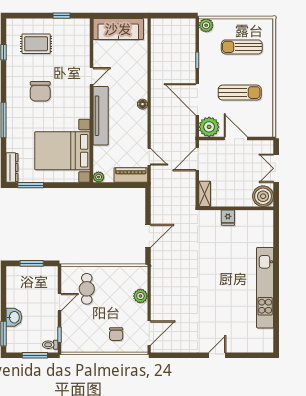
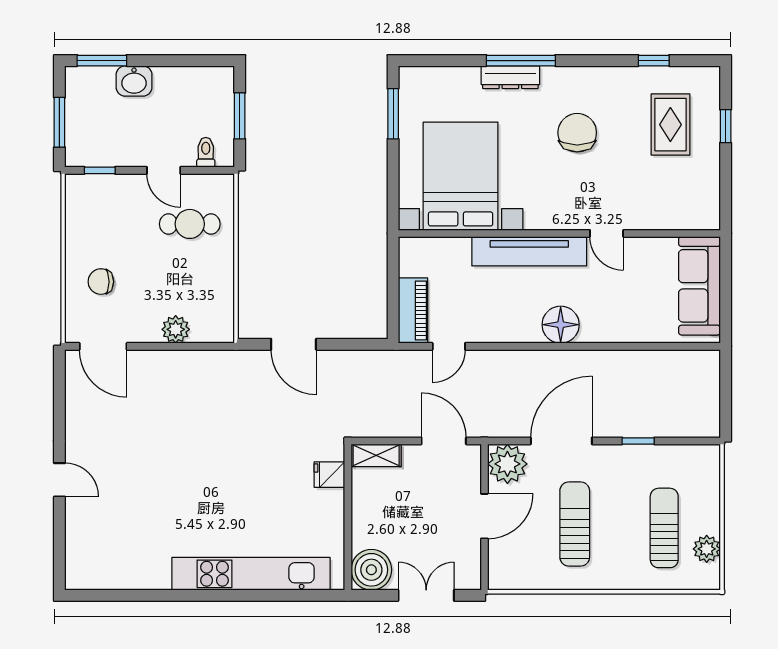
window: (62, 16) -> (726, 126), moved
plant: (206, 25) -> (707, 549), moved
chair: (40, 91) -> (577, 133), turned 90
sun lounger: (240, 93) -> (575, 524), turned 180
floor lamp: (143, 104) -> (561, 325), width x1.89, depth x1.89
dresser: (12, 168) -> (510, 77), moved
plant: (99, 177) -> (409, 247), removed
fridge: (228, 218) -> (329, 475), moved
kitchen unit: (265, 288) -> (251, 574), moved
toilet: (50, 345) -> (206, 152), moved

